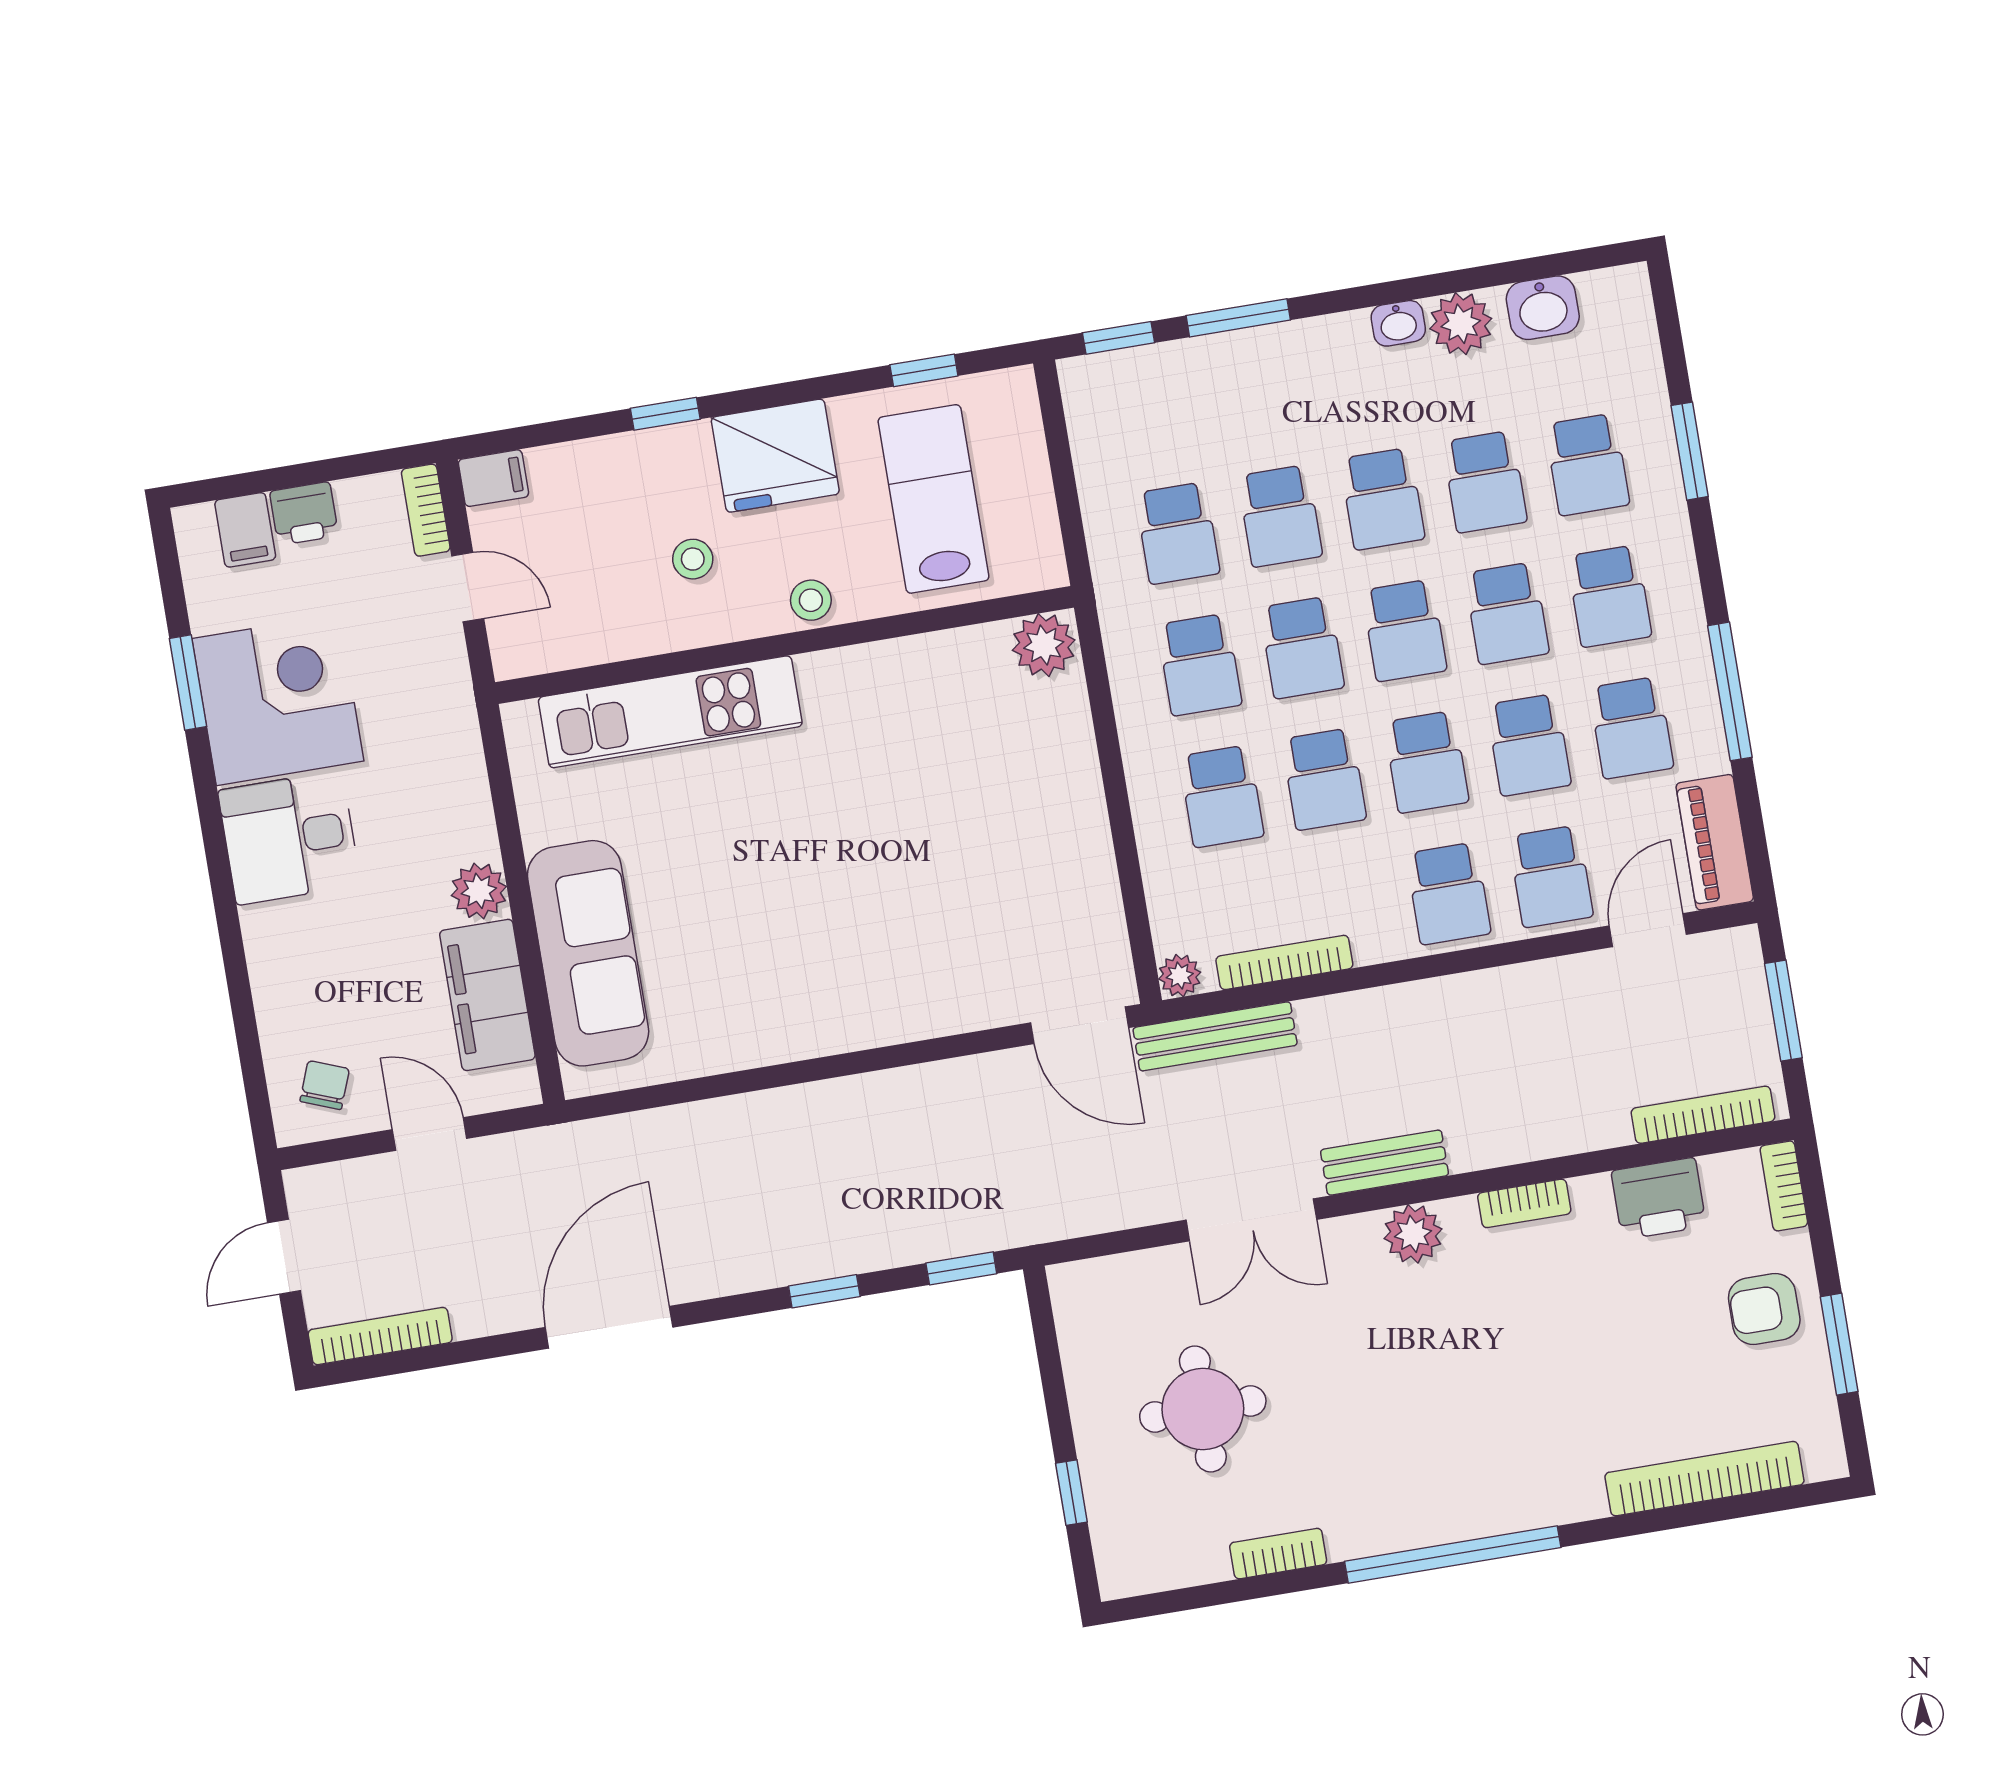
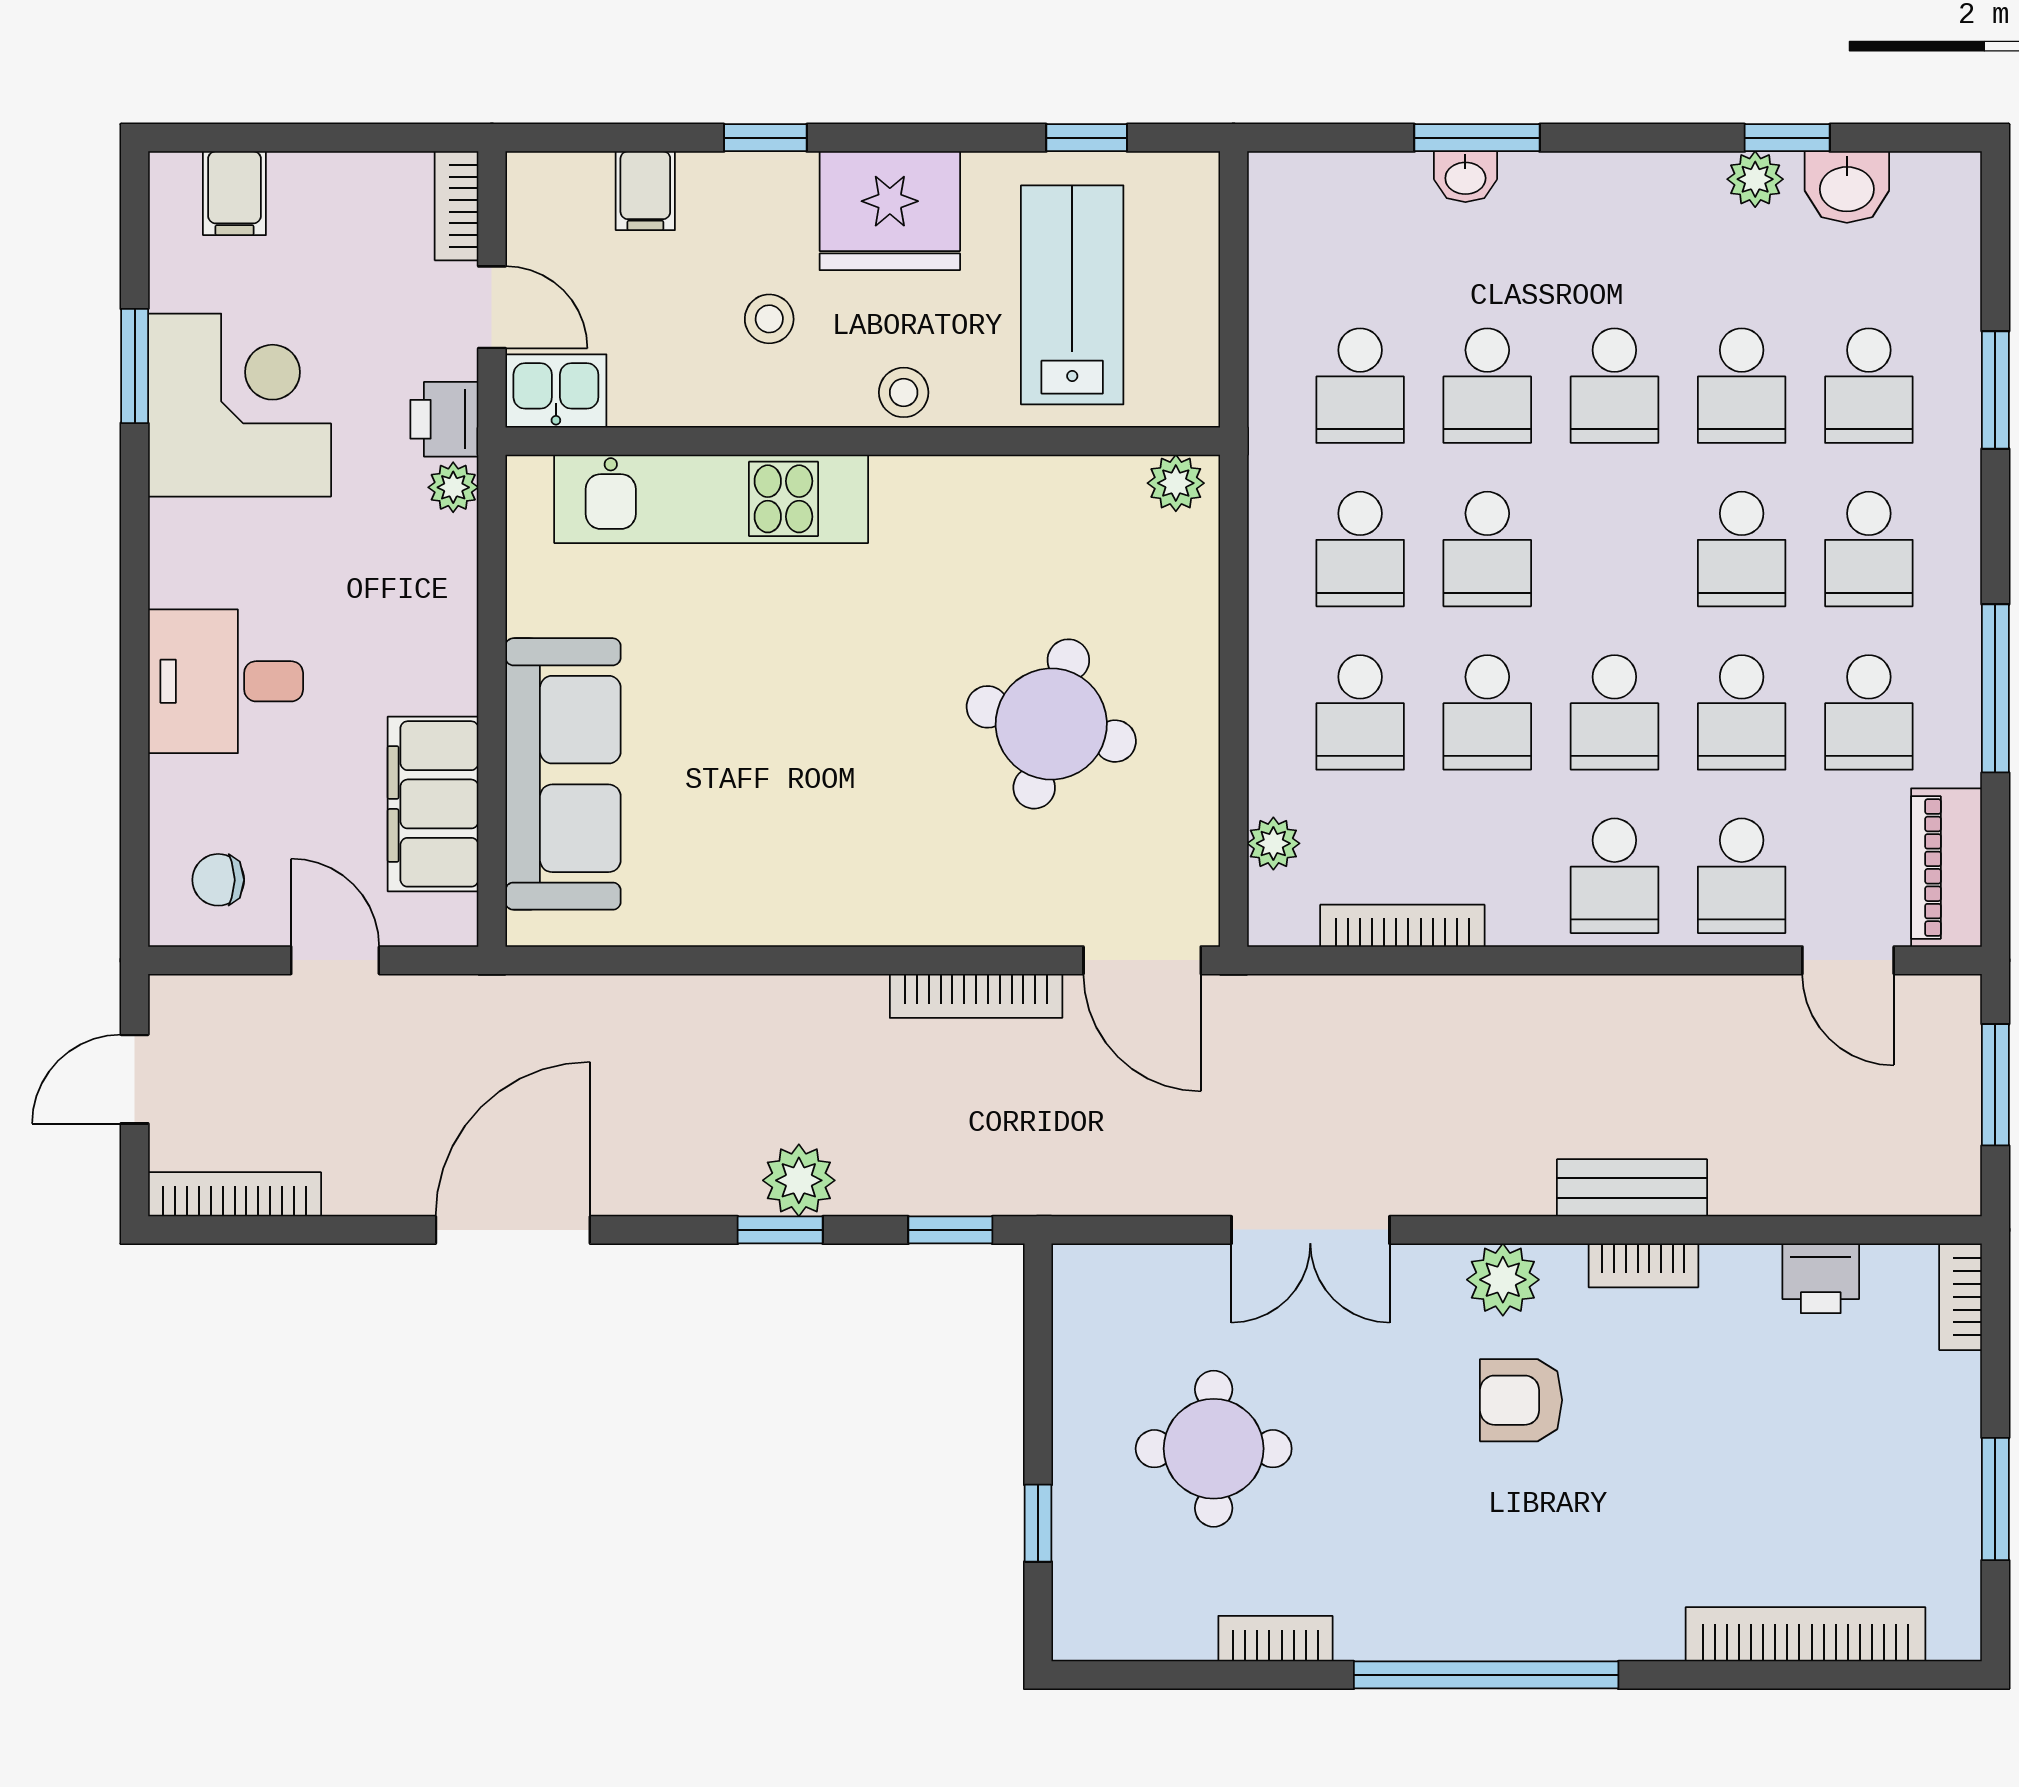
washbasin: (1398, 323) -> (1465, 177), moved
plant: (1461, 324) -> (1755, 179), width x0.73, depth x0.73
window: (1118, 338) -> (1787, 138), moved
filing cabinet: (493, 478) -> (645, 191), moved, turned 90
printer: (304, 514) -> (444, 419), moved, turned 90
school desk: (1404, 630) -> (1614, 549), removed
plant: (1044, 645) -> (1176, 483), width x0.73, depth x0.73
kitchen sink: (531, 646) -> (556, 391), added
desk: (289, 838) -> (226, 681), moved
round table: (974, 847) -> (1051, 724), added
plant: (479, 891) -> (453, 487), moved, width x0.73, depth x0.73
door: (1648, 930) -> (1848, 960), swing flipped
plant: (1180, 976) -> (1273, 843), moved
bench: (1215, 1036) -> (1304, 1001), removed
chair: (325, 1085) -> (218, 880), turned -111
bookcase: (1703, 1115) -> (976, 996), moved, turned 180
bench: (1384, 1163) -> (1632, 1188), moved
printer: (1659, 1199) -> (1821, 1278), width x0.73, depth x0.81
plant: (833, 1249) -> (799, 1180), added
armchair: (1764, 1309) -> (1521, 1400), moved

